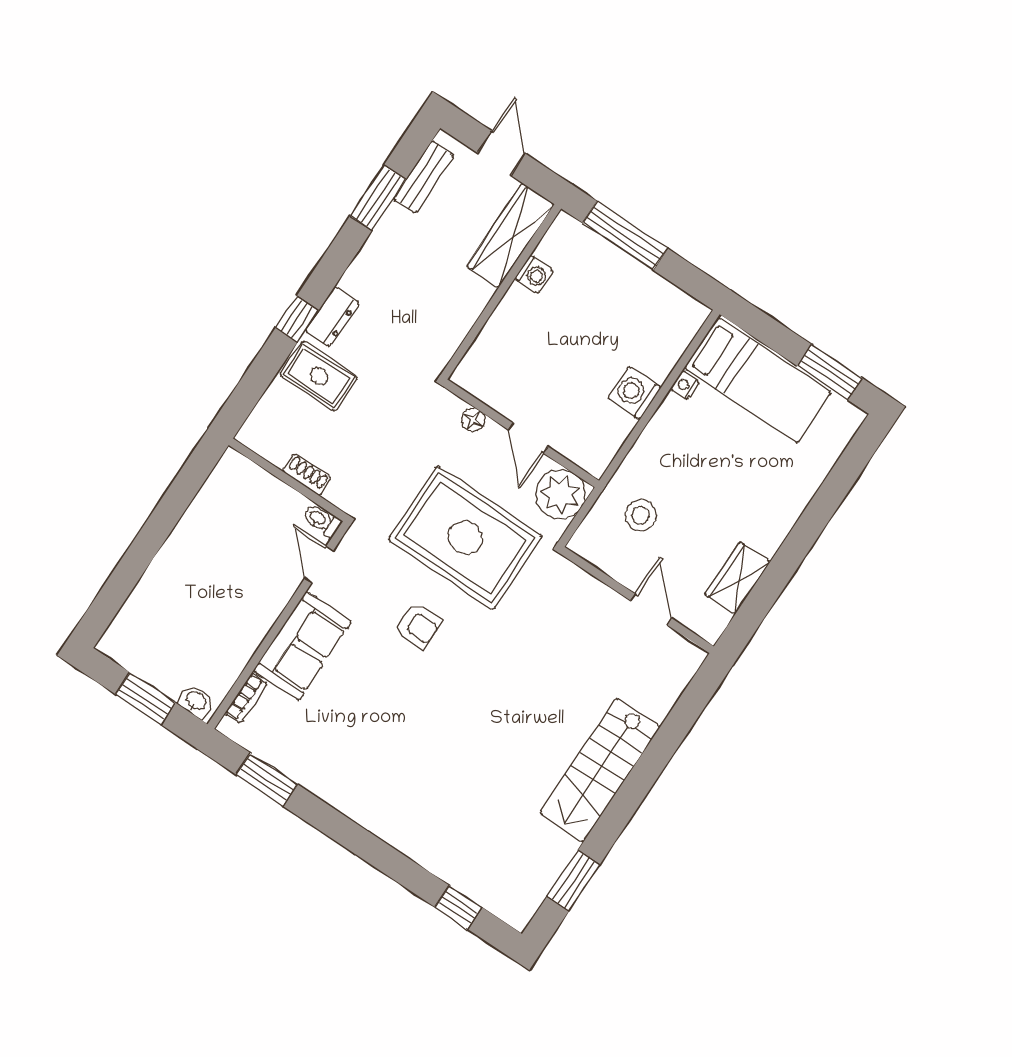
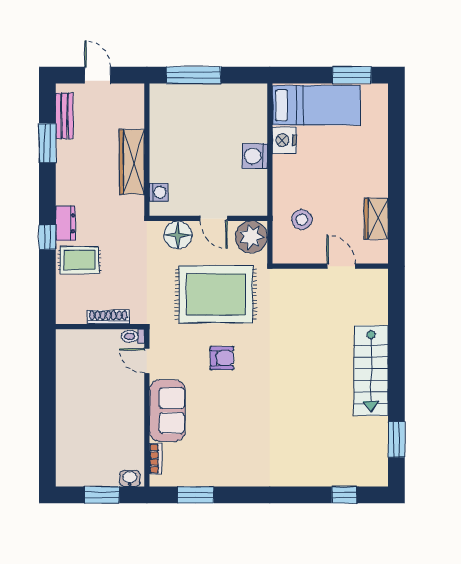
wardrobe: (510, 235) -> (132, 162), moved
washing machine: (534, 275) -> (159, 192), moved
nightstand: (685, 385) -> (284, 140), width x1.89, depth x1.79
floor lamp: (473, 420) -> (178, 235), width x1.89, depth x1.89
shoe rack: (307, 475) -> (108, 317), width x1.43

